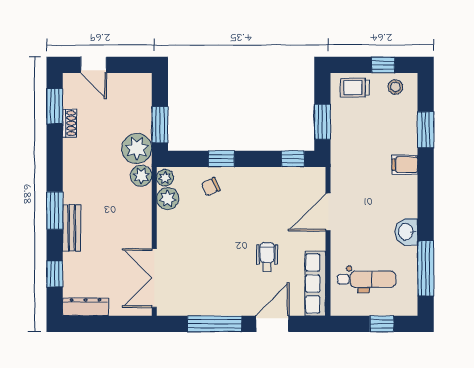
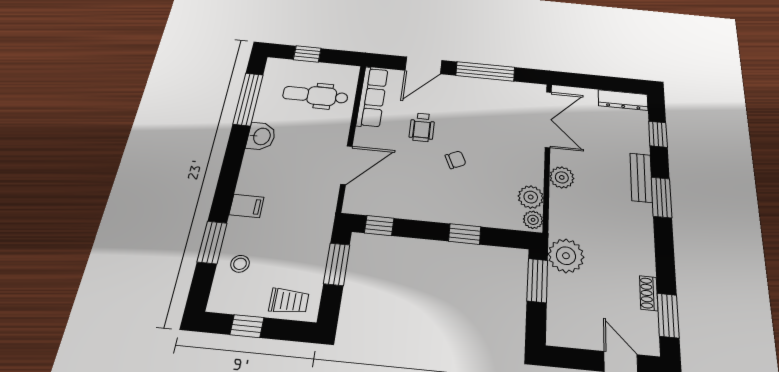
stool: (395, 87) -> (240, 264), moved
plant: (141, 176) -> (562, 177), moved
chair: (211, 187) -> (456, 160), moved

